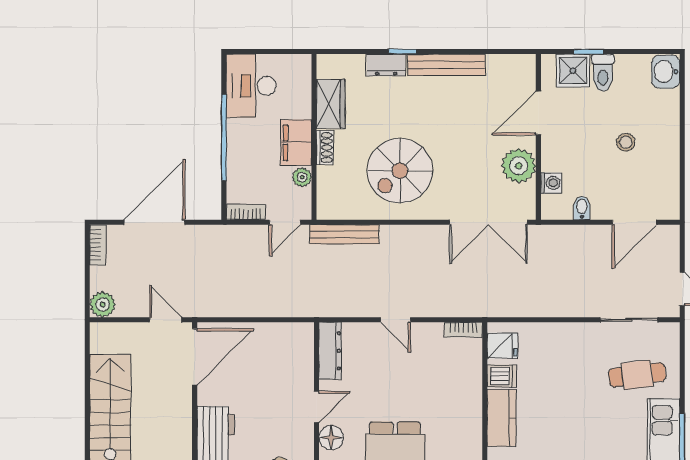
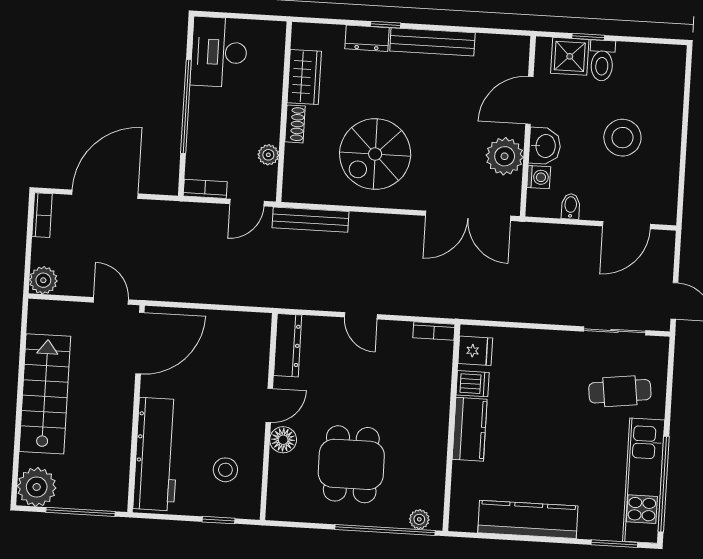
washbasin: (666, 72) -> (545, 146), moved, turned 180
stool: (626, 142) -> (622, 138), width x1.89, depth x1.89
filing cabinet: (296, 143) -> (264, 117), removed

